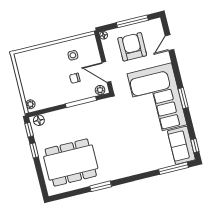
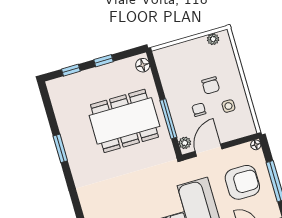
chair: (56, 68) -> (211, 85), added
plant: (30, 104) -> (213, 39), moved
window: (29, 130) -> (71, 70), moved
dining table: (71, 163) -> (124, 121), moved, turned 90

